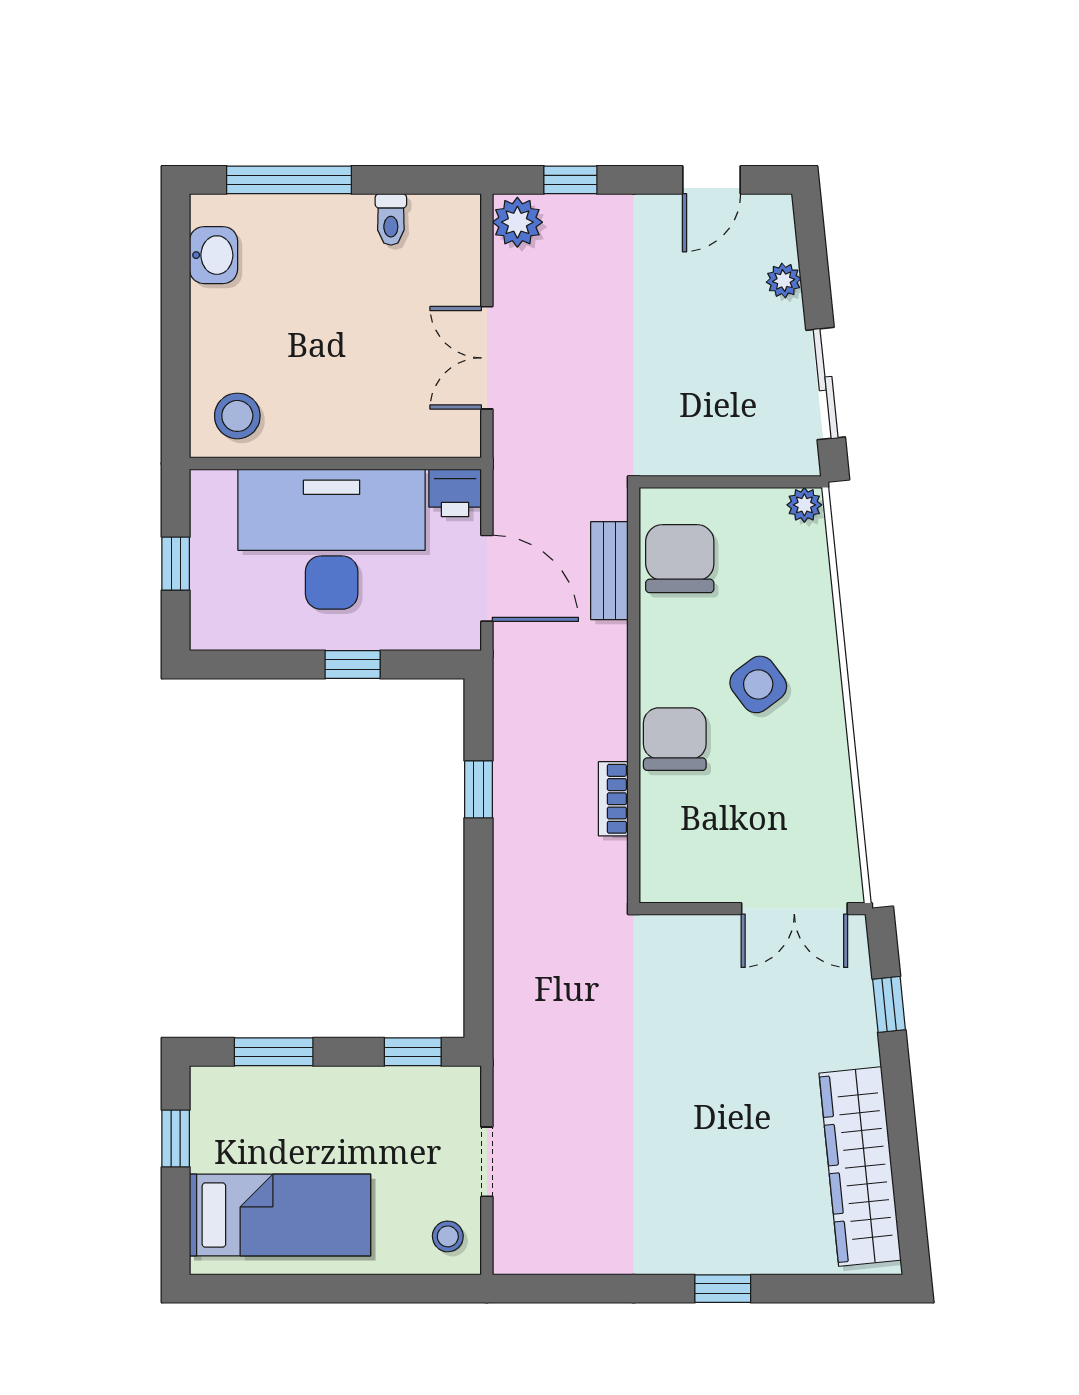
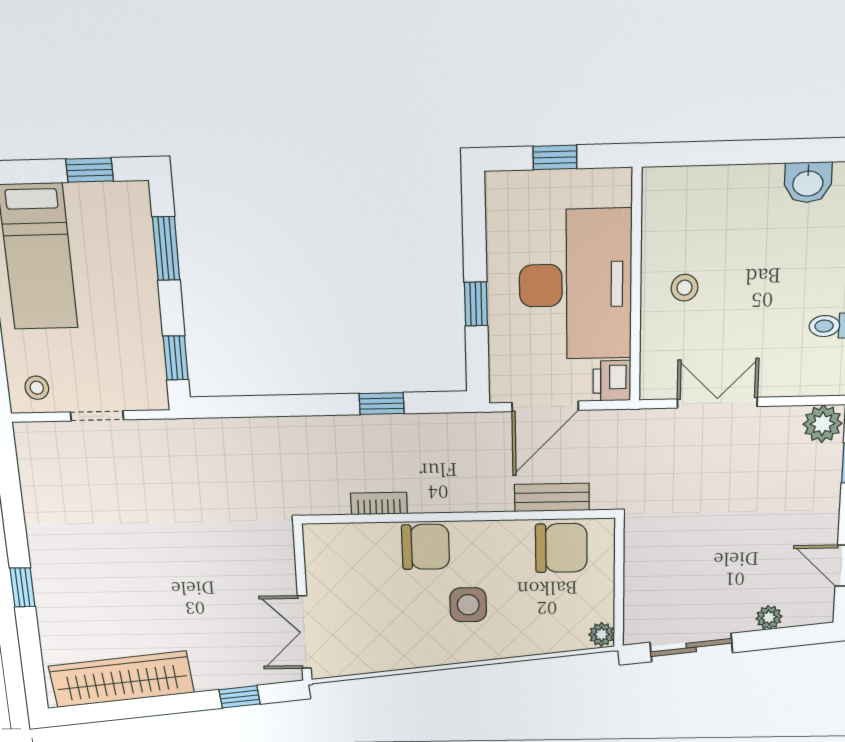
stool: (237, 416) -> (685, 288), moved, width x0.73, depth x0.73
side table: (758, 684) -> (468, 605), turned 37

